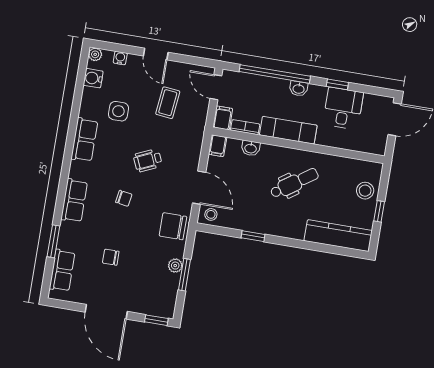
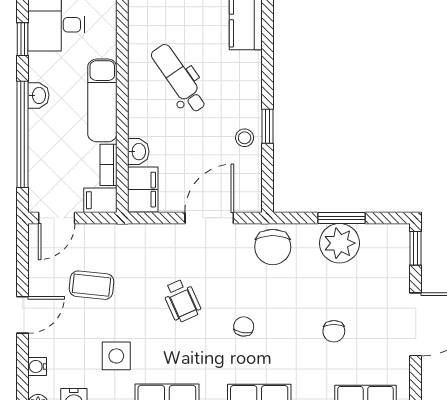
filing cabinet: (218, 146) -> (143, 190), width x2.00
stool: (211, 214) -> (245, 138), moved
plant: (175, 266) -> (339, 243), width x1.88, depth x1.88

